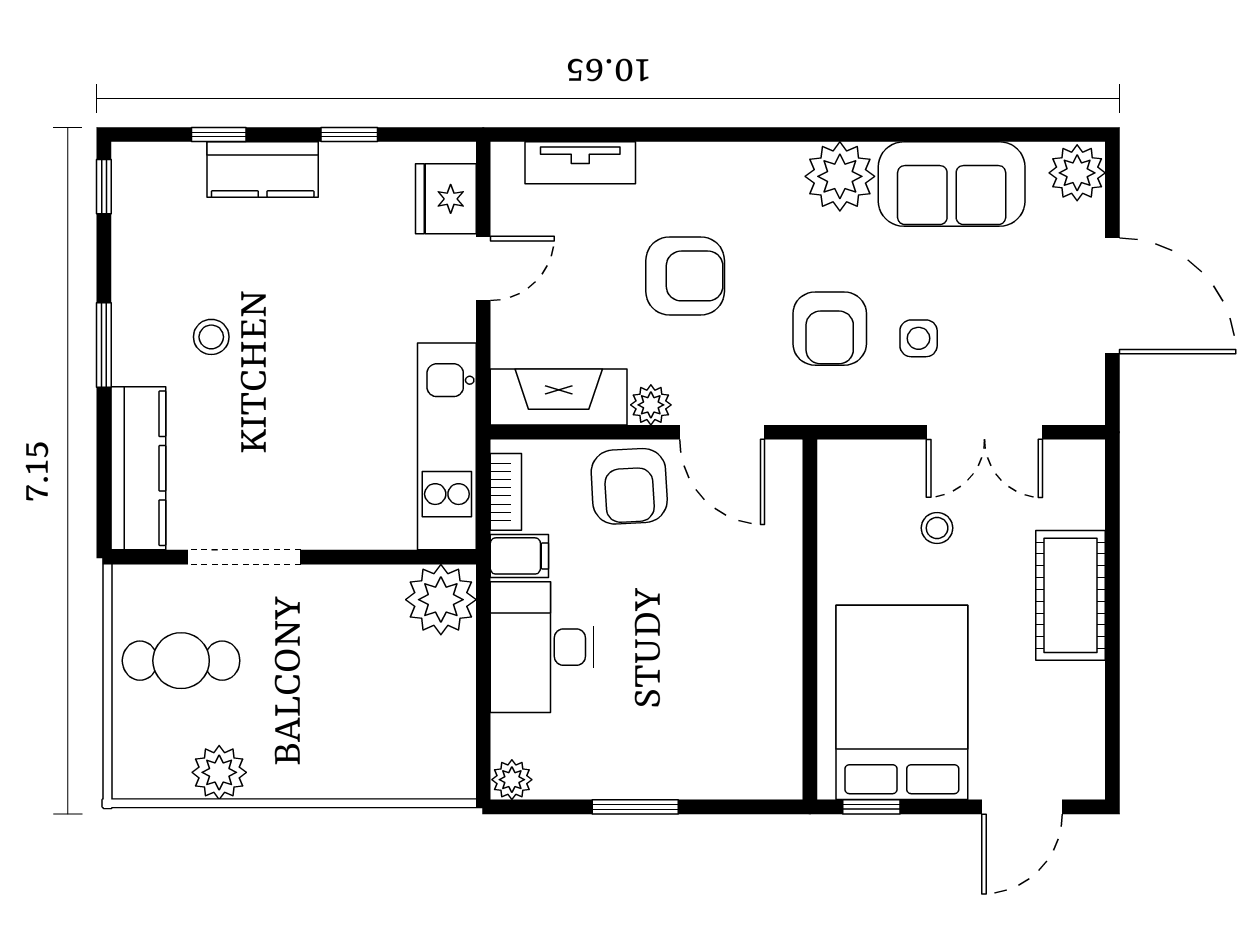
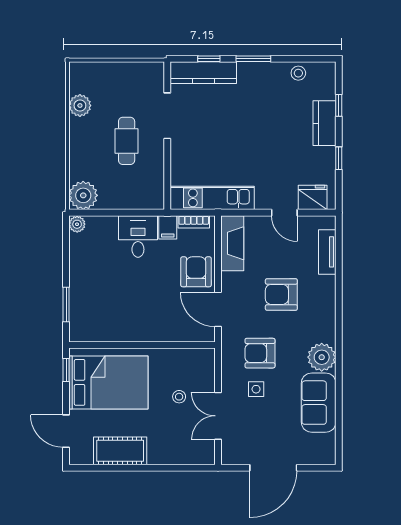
plant: (1077, 173) -> (323, 453), removed
window: (104, 187) -> (209, 59), moved
armchair: (685, 276) -> (281, 294), turned 90
stool: (211, 337) -> (298, 73), moved
plant: (651, 405) -> (229, 281), removed
door: (722, 432) -> (218, 309), hinge flipped
armchair: (629, 486) -> (196, 272), turned 93
cot: (1071, 595) -> (120, 451), moved
plant: (441, 600) -> (83, 195), moved
desk: (542, 647) -> (138, 236), width x0.73
cafe table: (181, 661) -> (127, 141), moved
window: (635, 807) -> (66, 305), moved

